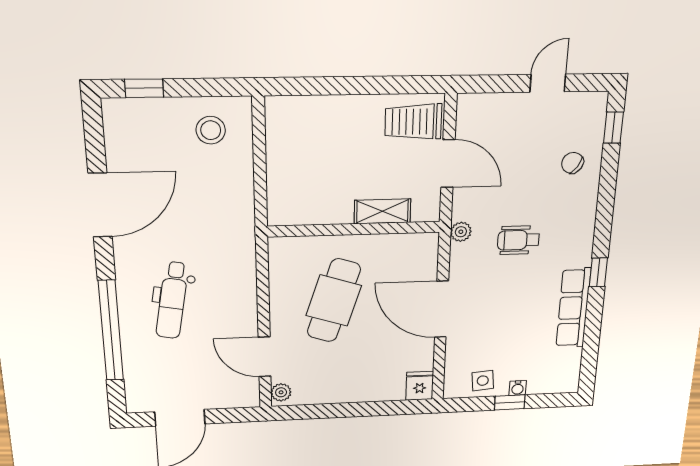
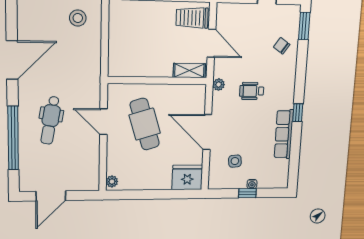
window: (613, 128) -> (304, 26), width x1.50
shelving: (382, 211) -> (189, 71), moved
cafe table: (334, 301) -> (145, 124), turned -35
door: (265, 357) -> (104, 122), moved
side table: (483, 381) -> (235, 161), moved
fridge: (420, 386) -> (187, 177), width x1.88, depth x1.34

